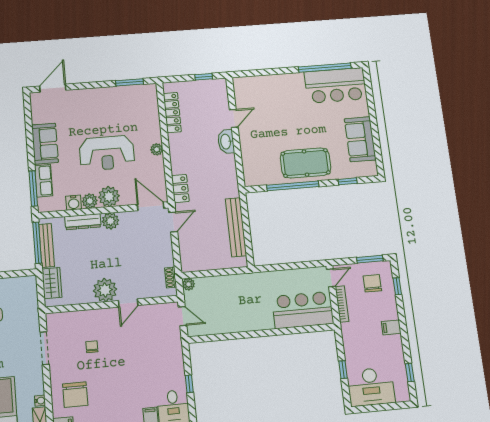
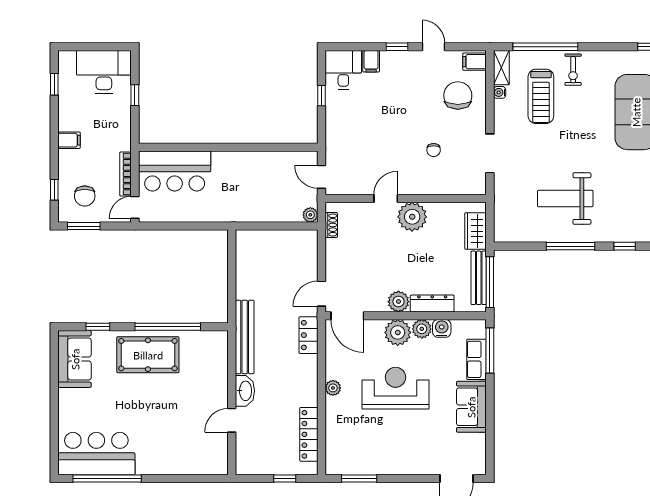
window: (204, 77) -> (285, 479), moved
sofa: (360, 139) -> (75, 359), moved
bench: (236, 227) -> (245, 337), moved

